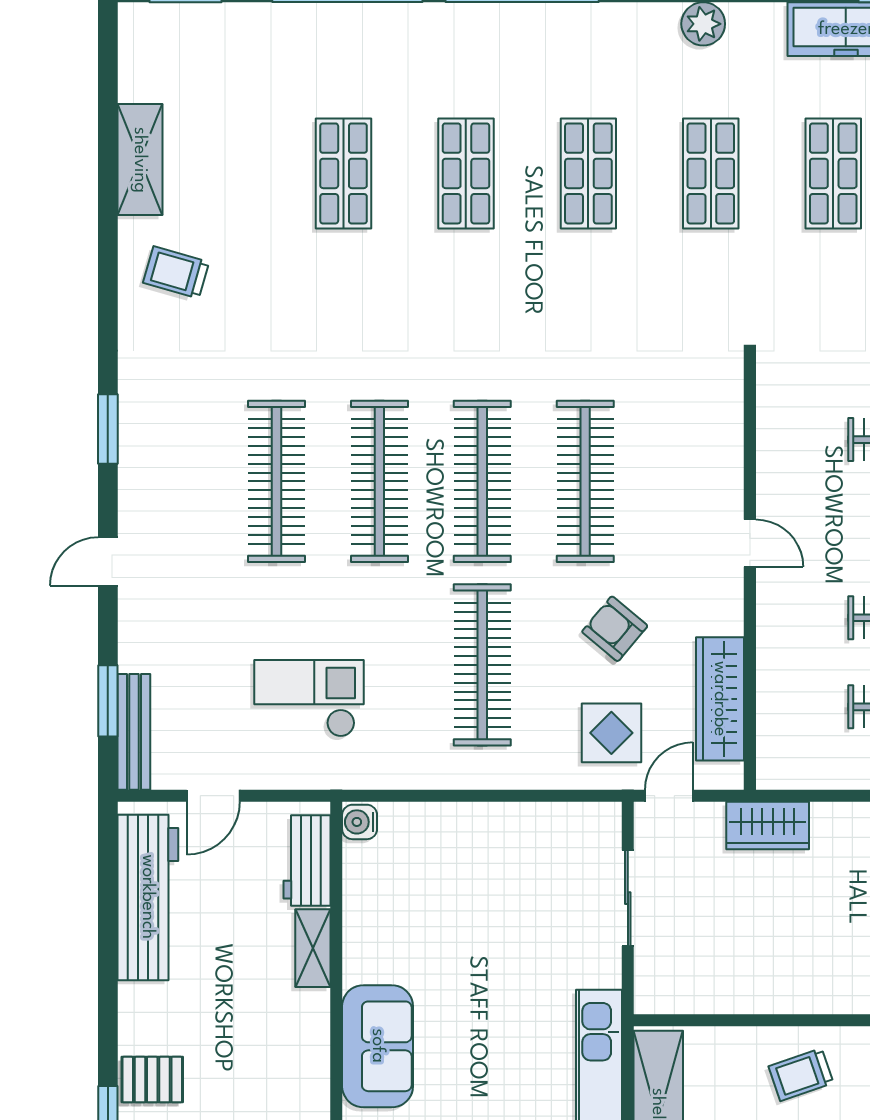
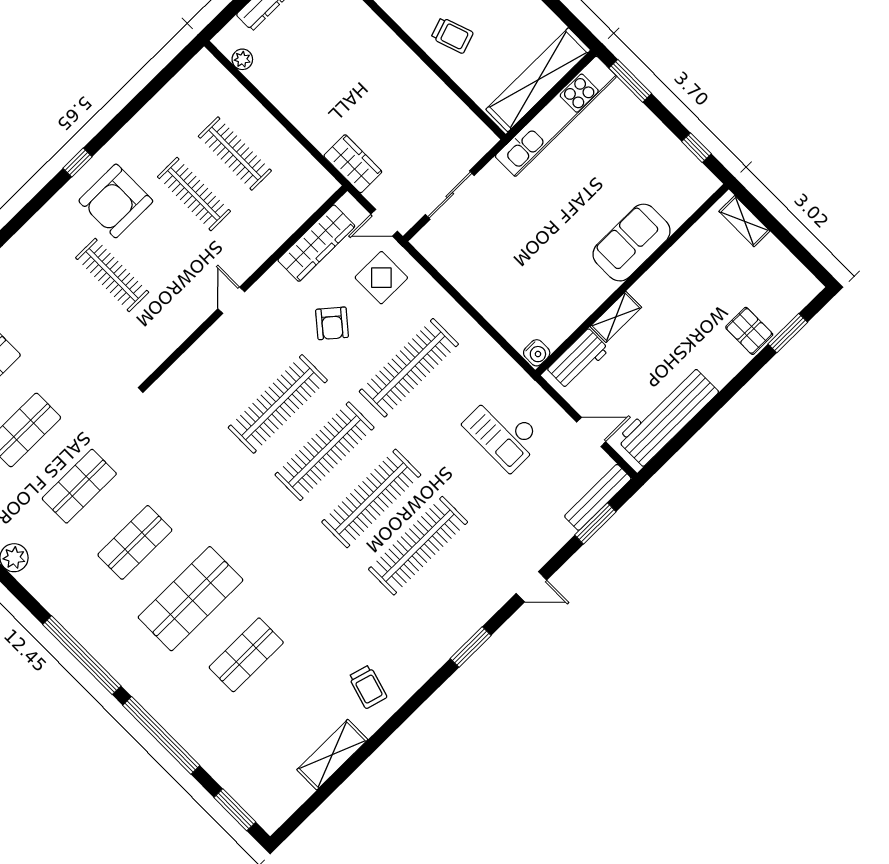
shop shelf: (466, 173) -> (191, 599), width x1.43, depth x1.36

